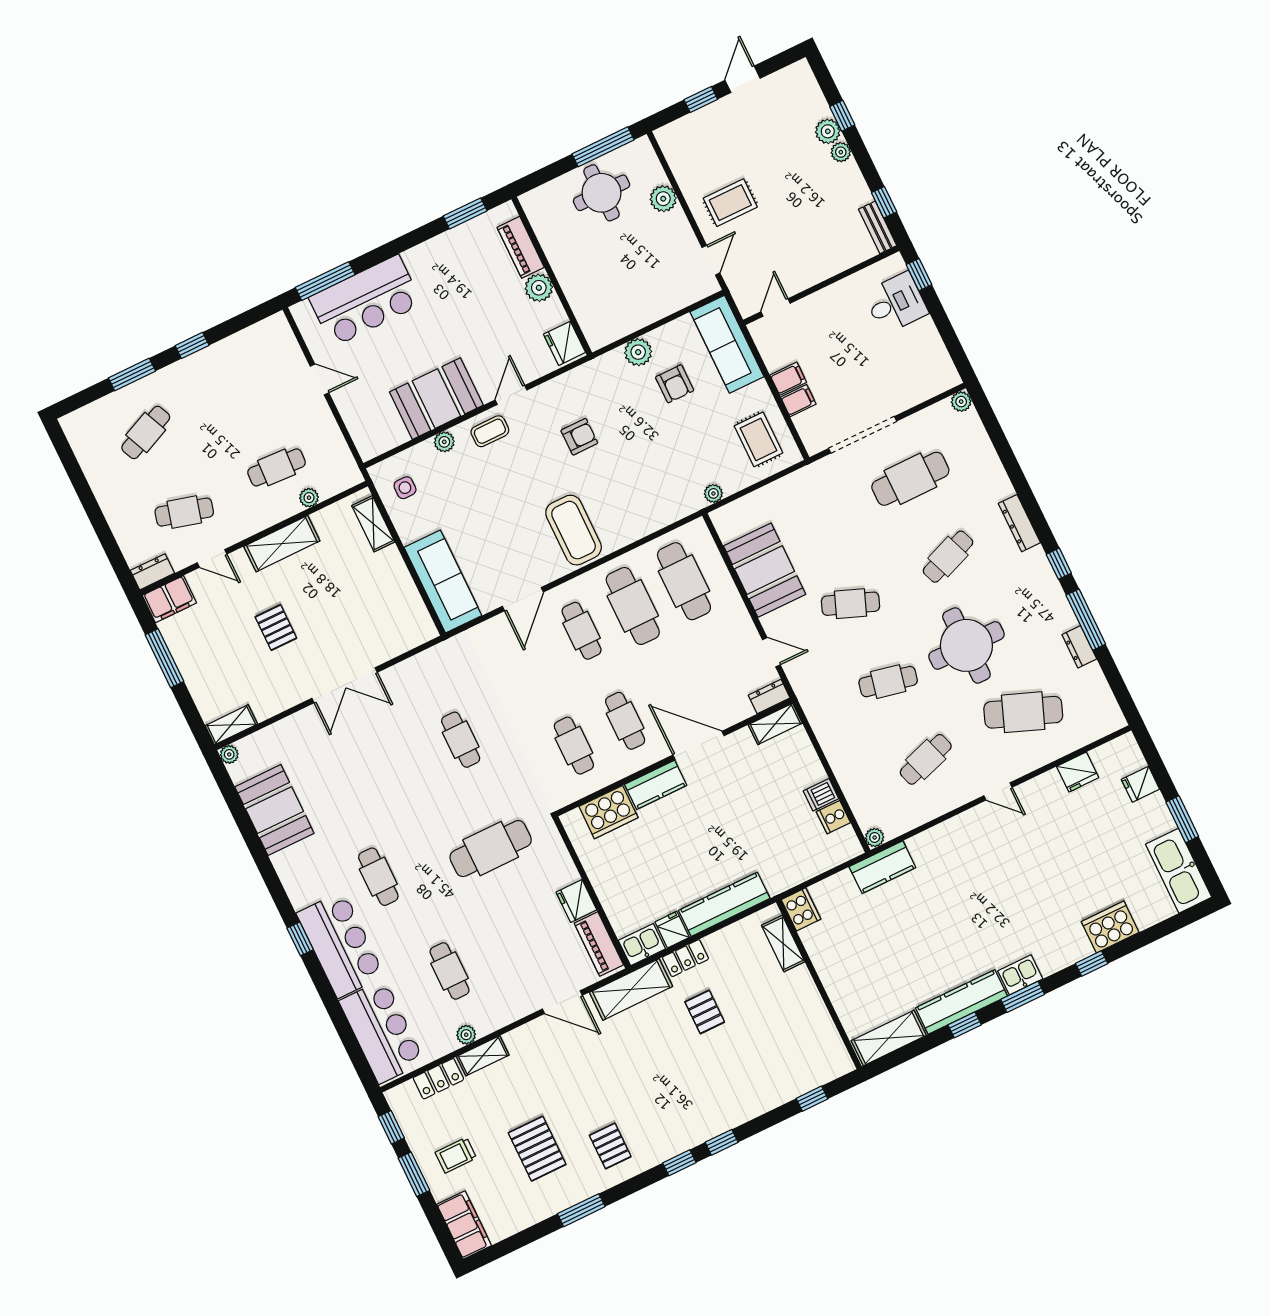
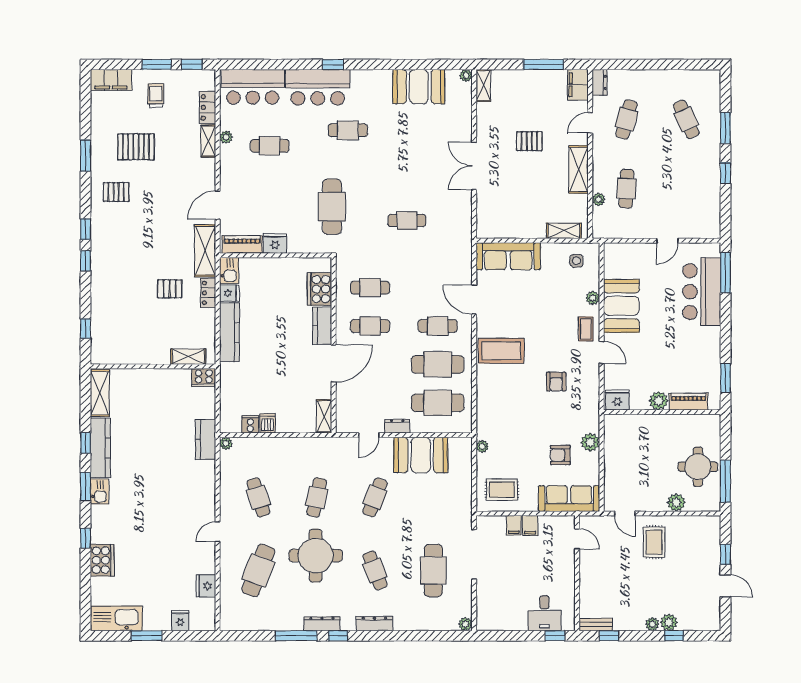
dresser: (1079, 647) -> (322, 624), moved, width x1.44
dresser: (769, 696) -> (397, 426), moved, turned -90

